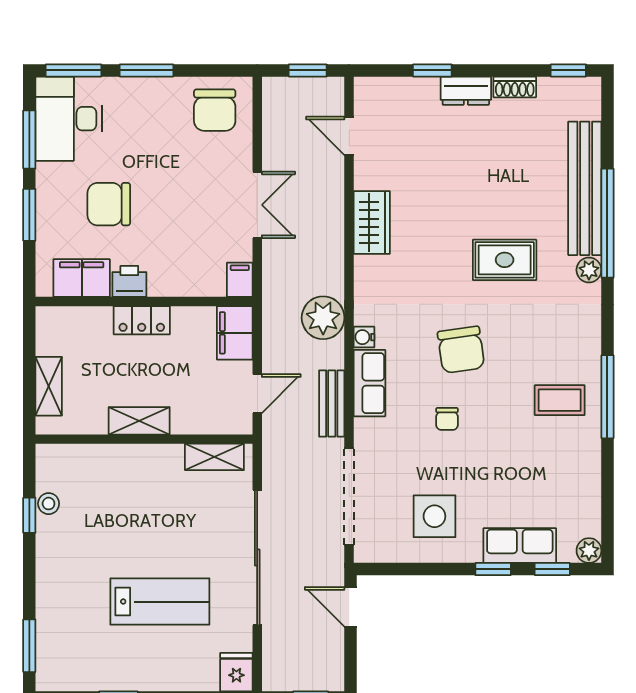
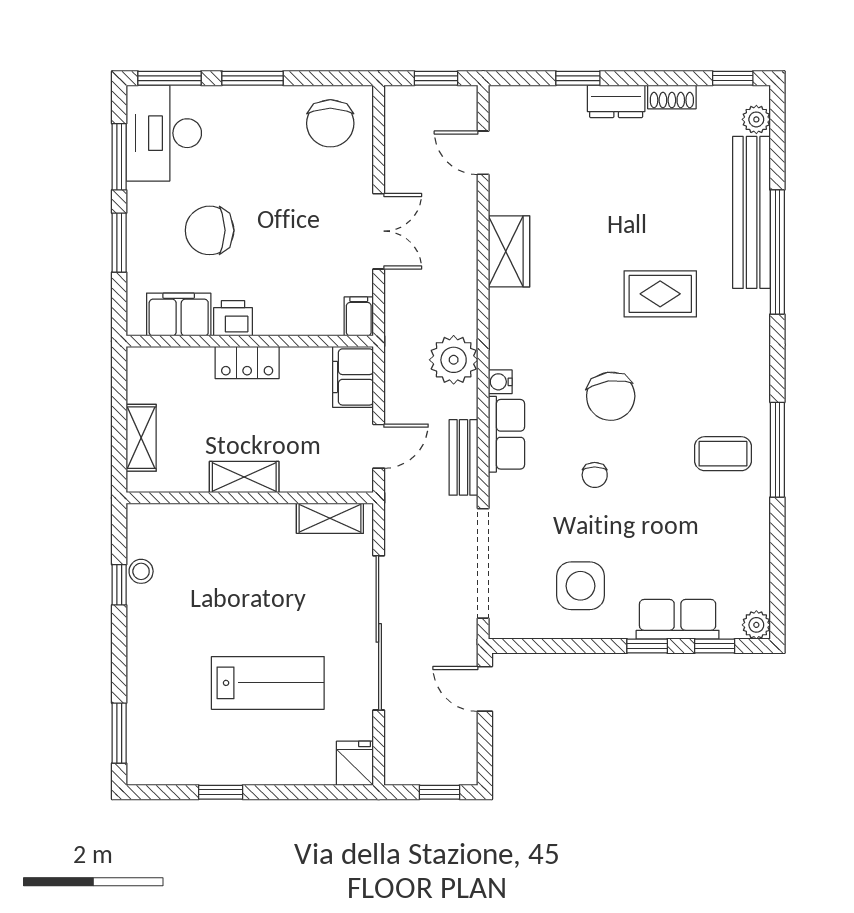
plant: (589, 270) -> (756, 119), moved

